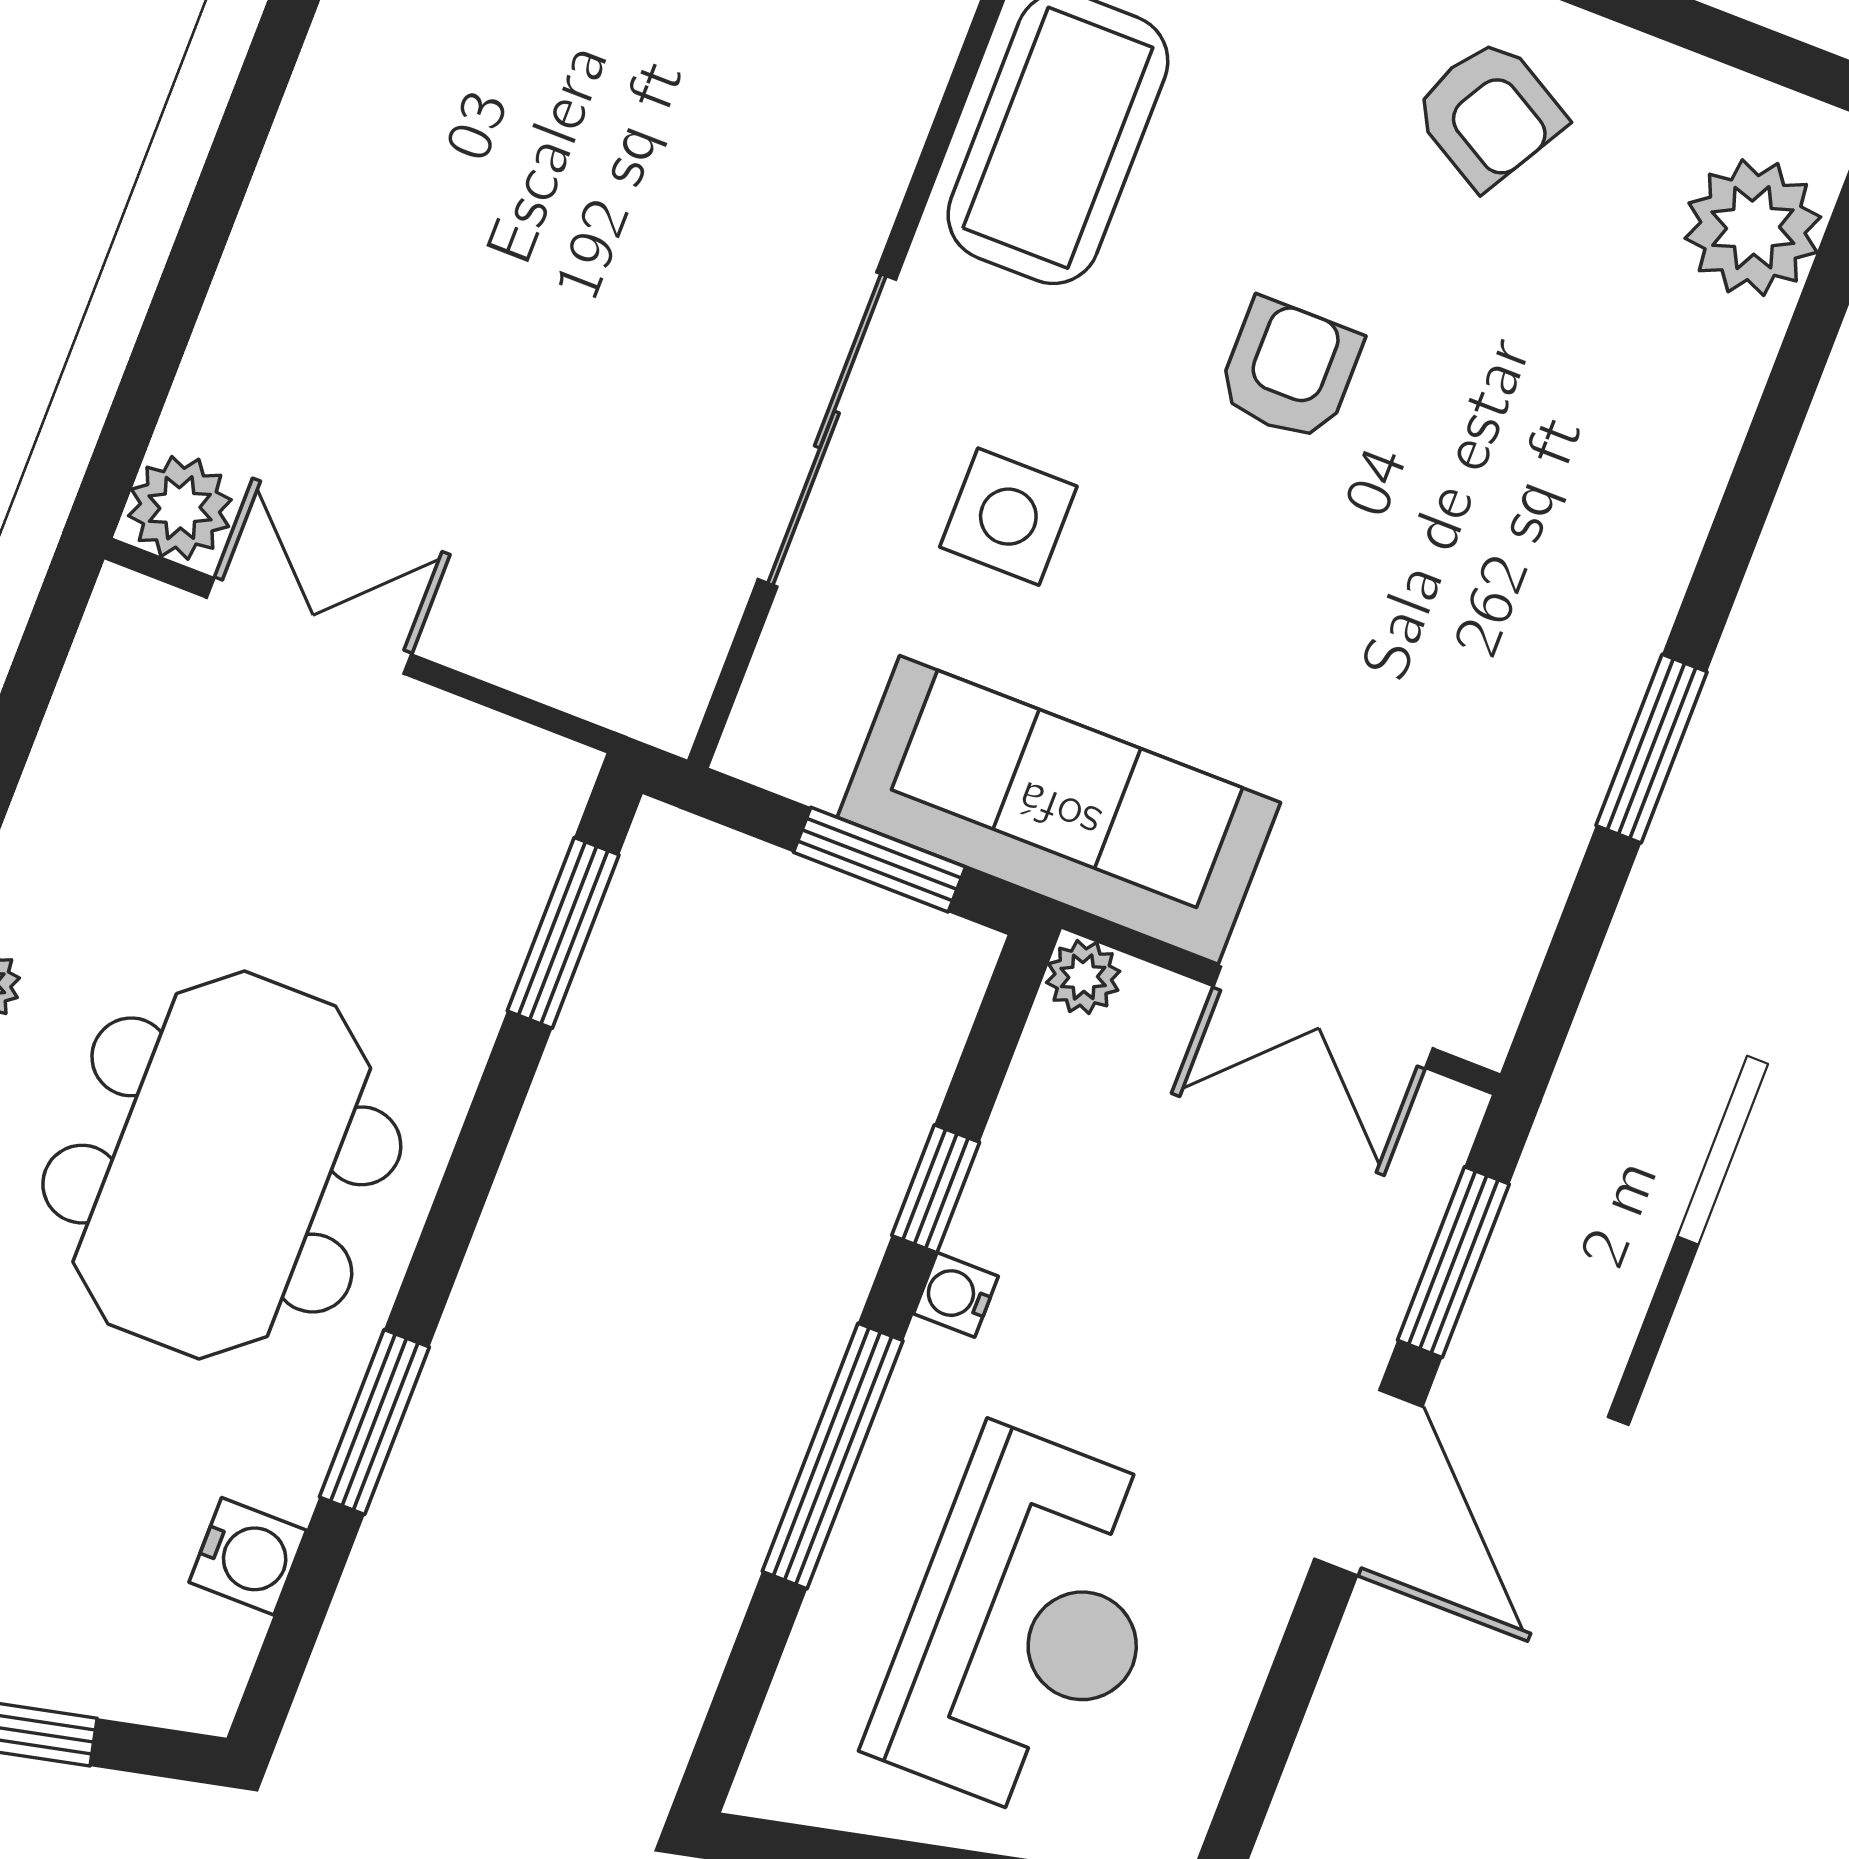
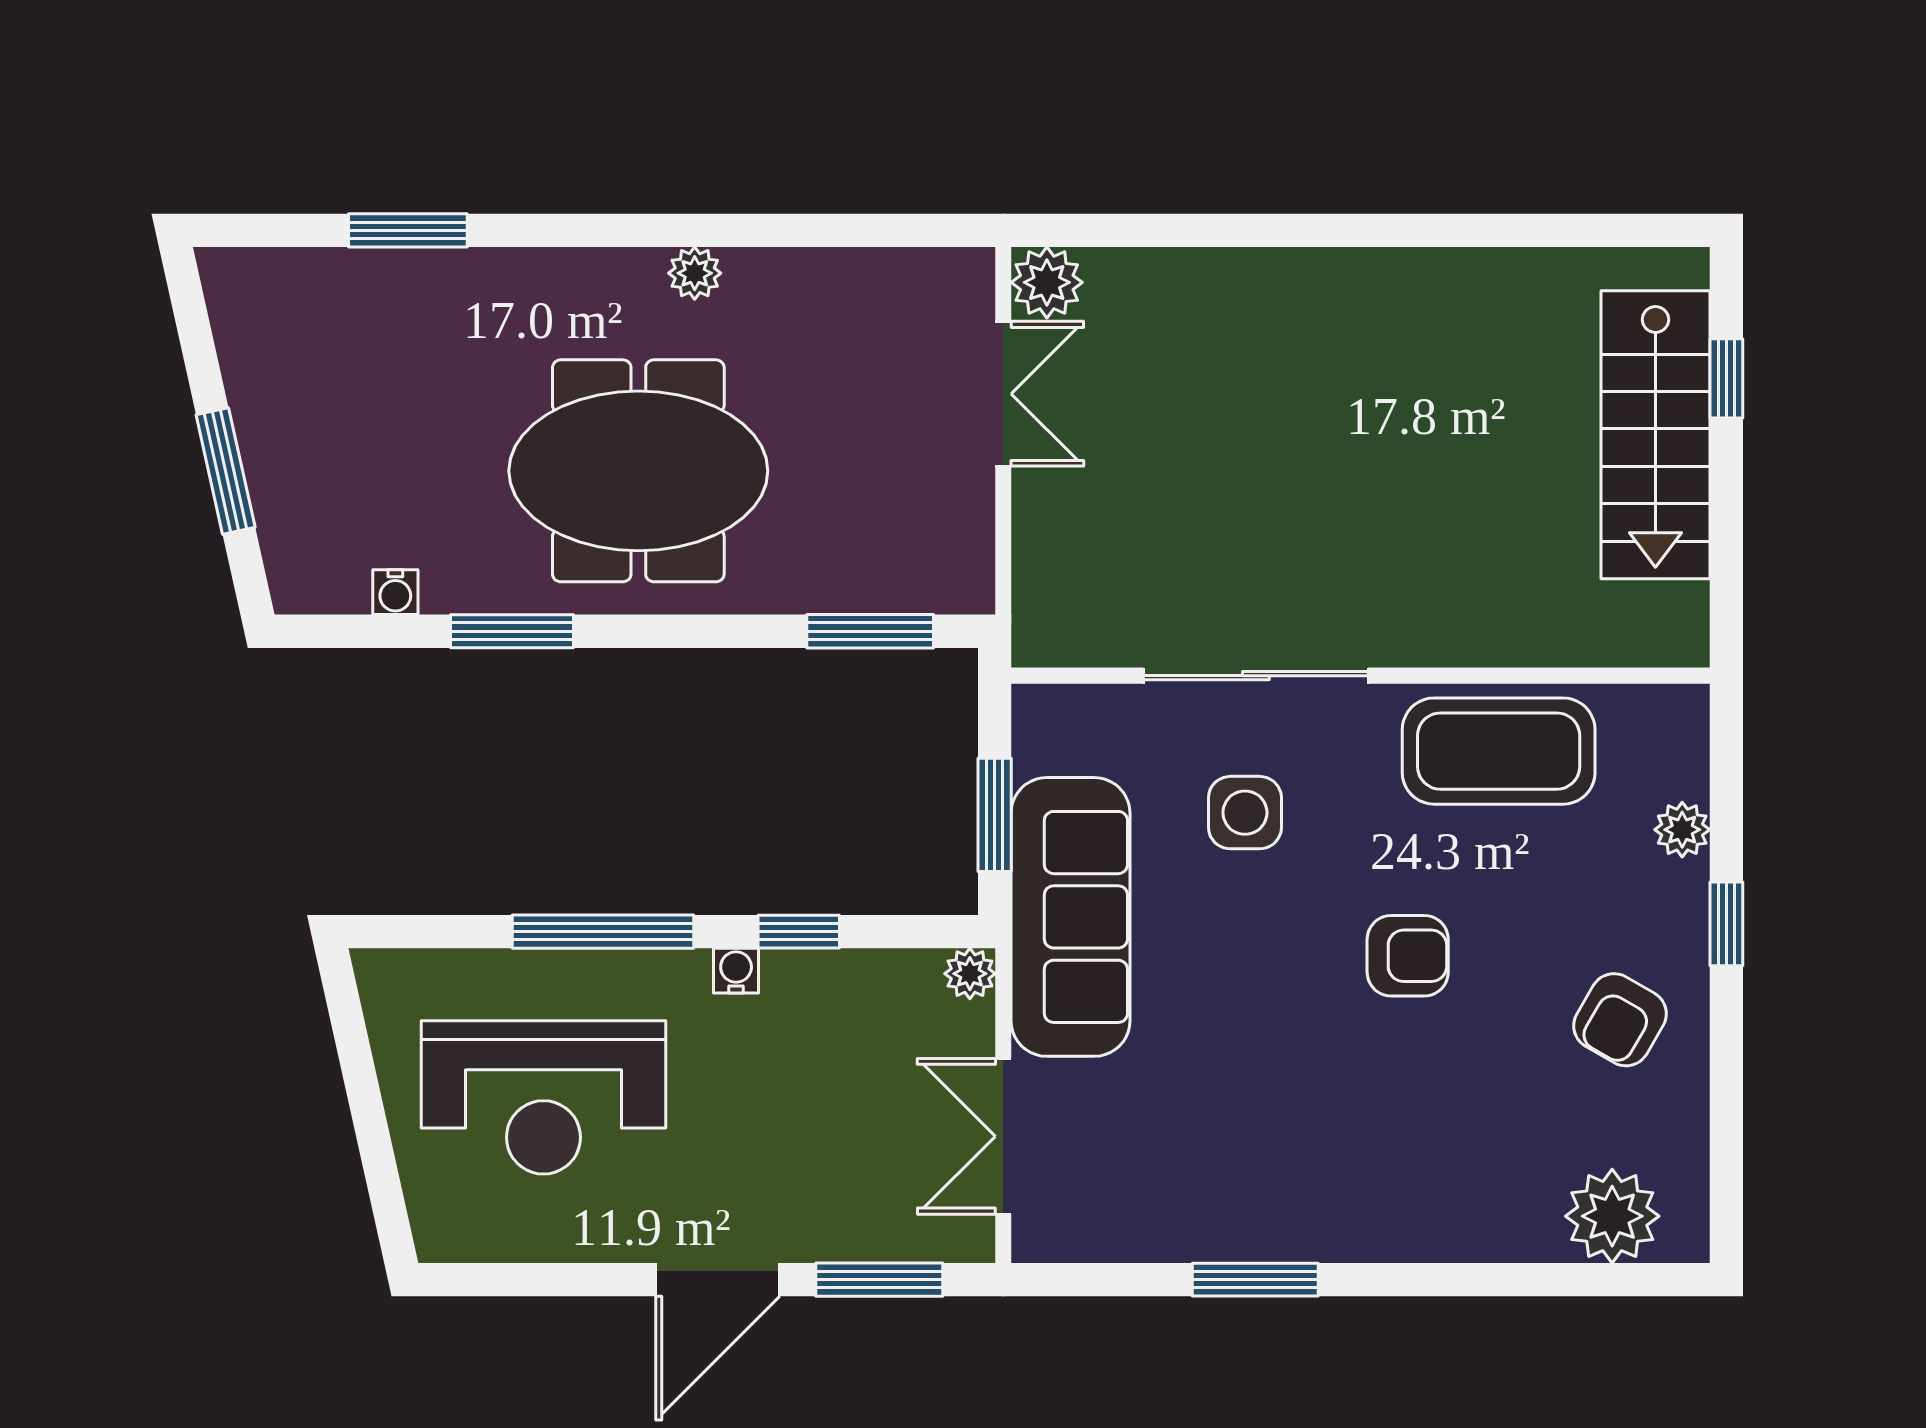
water cooler: (248, 1556) -> (395, 592), width x0.72, depth x0.72

